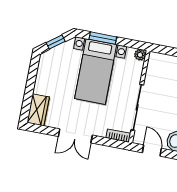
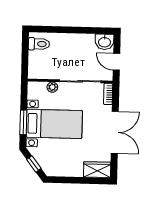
plant: (140, 55) -> (52, 87), moved
double door: (75, 136) -> (115, 132), width x1.37
door: (152, 151) -> (116, 62), hinge flipped

